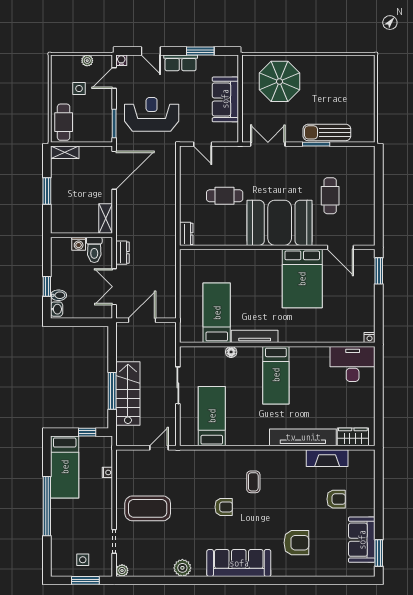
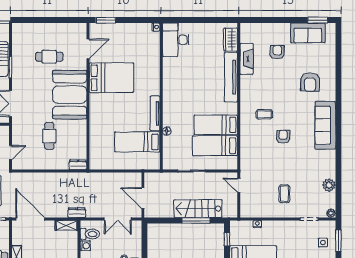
dresser: (123, 253) -> (77, 213), moved
bed: (276, 375) -> (216, 125), moved, turned 180
coffee table: (148, 508) -> (284, 194), width x0.54, depth x0.58
armchair: (296, 543) -> (310, 82), turned 180
plant: (182, 568) -> (329, 185), moved

